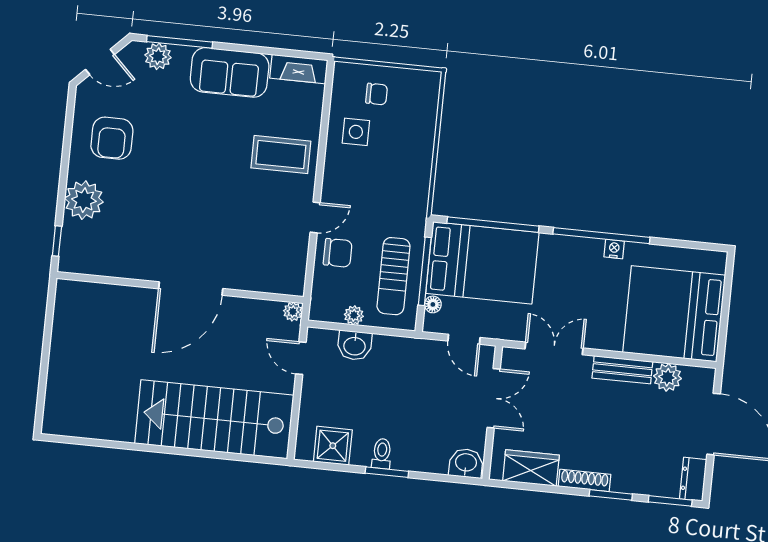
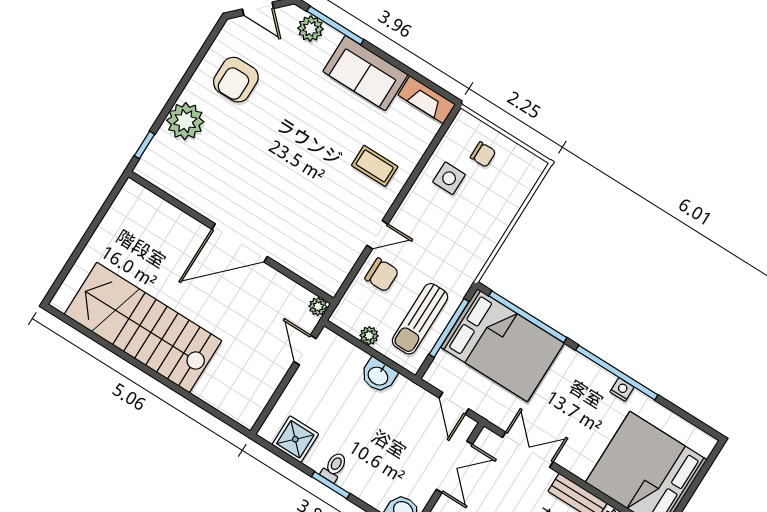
coffee table: (281, 155) -> (375, 166), width x0.73, depth x0.77
floor lamp: (433, 304) -> (442, 360), removed
washbasin: (355, 345) -> (378, 375), moved
stairs: (214, 419) -> (143, 328), moved

